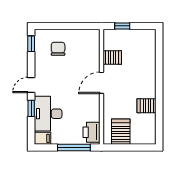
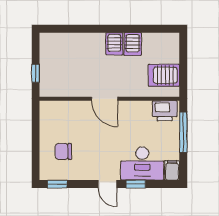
server rack: (112, 58) -> (114, 44), moved, turned 180

